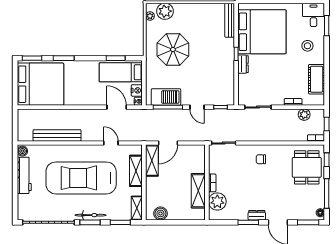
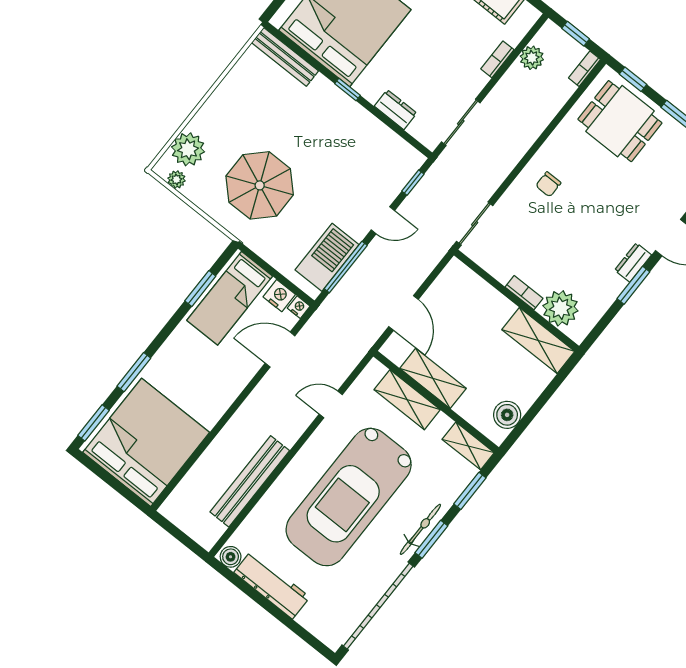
dresser: (243, 64) -> (396, 110), moved
shelving: (152, 161) -> (433, 378), moved
shelving: (198, 191) -> (538, 341), moved

